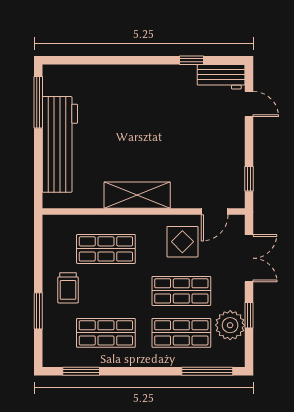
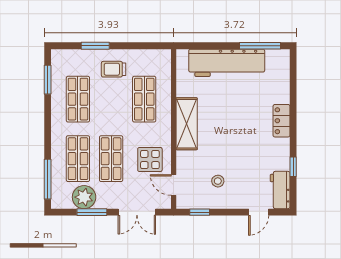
locker: (133, 75) -> (282, 121), added
stool: (210, 156) -> (218, 181), added
window: (249, 315) -> (92, 212), width x1.50

